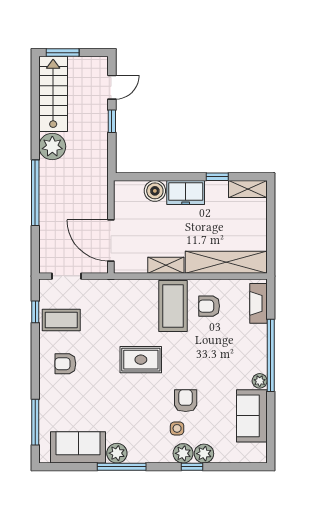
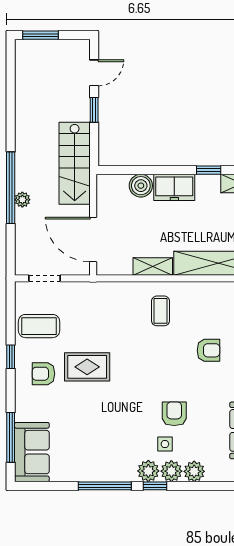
stairs: (53, 94) -> (75, 163), moved, turned 180
plant: (52, 146) -> (22, 200), moved, width x0.53, depth x0.53
coffee table: (173, 306) -> (161, 311), width x0.54, depth x0.58
armchair: (209, 306) -> (209, 350), moved, turned 180
window: (35, 312) -> (11, 357), moved
rug: (141, 360) -> (87, 367), moved
sofa: (78, 447) -> (32, 452), moved, turned 90
plant: (117, 453) -> (148, 471), moved
window: (192, 467) -> (155, 486), moved

